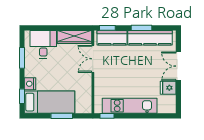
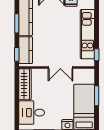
double door: (93, 59) -> (60, 68), moved

